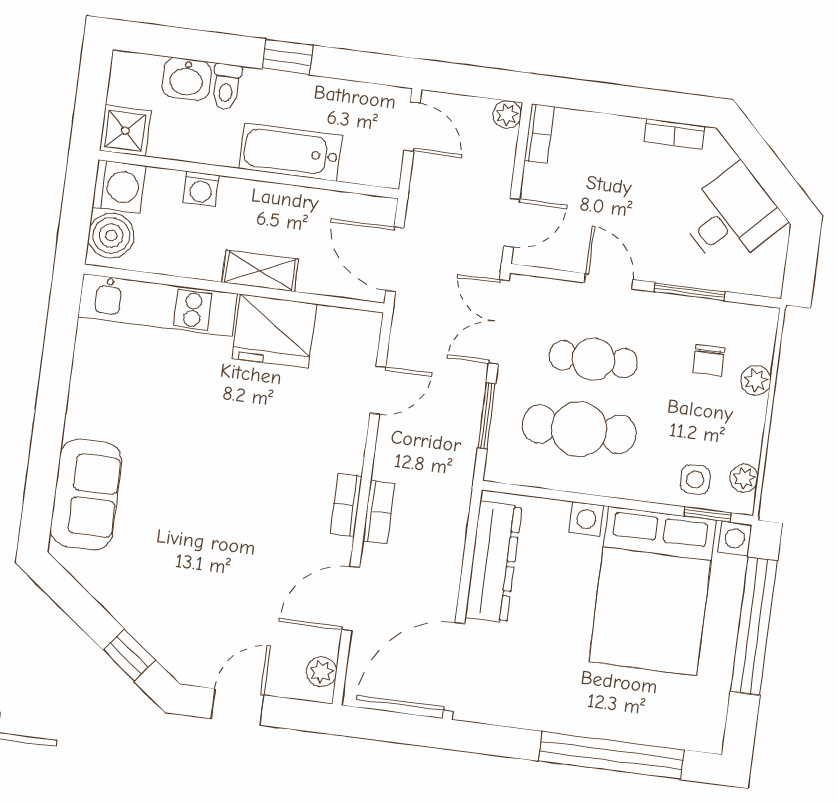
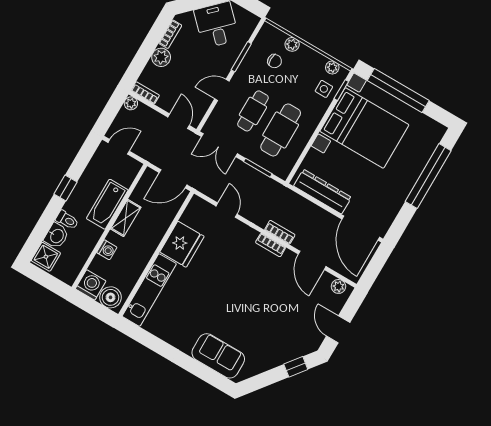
shower: (125, 131) -> (46, 257), moved
plant: (622, 135) -> (161, 57), added
shelving: (260, 271) -> (126, 218), moved

